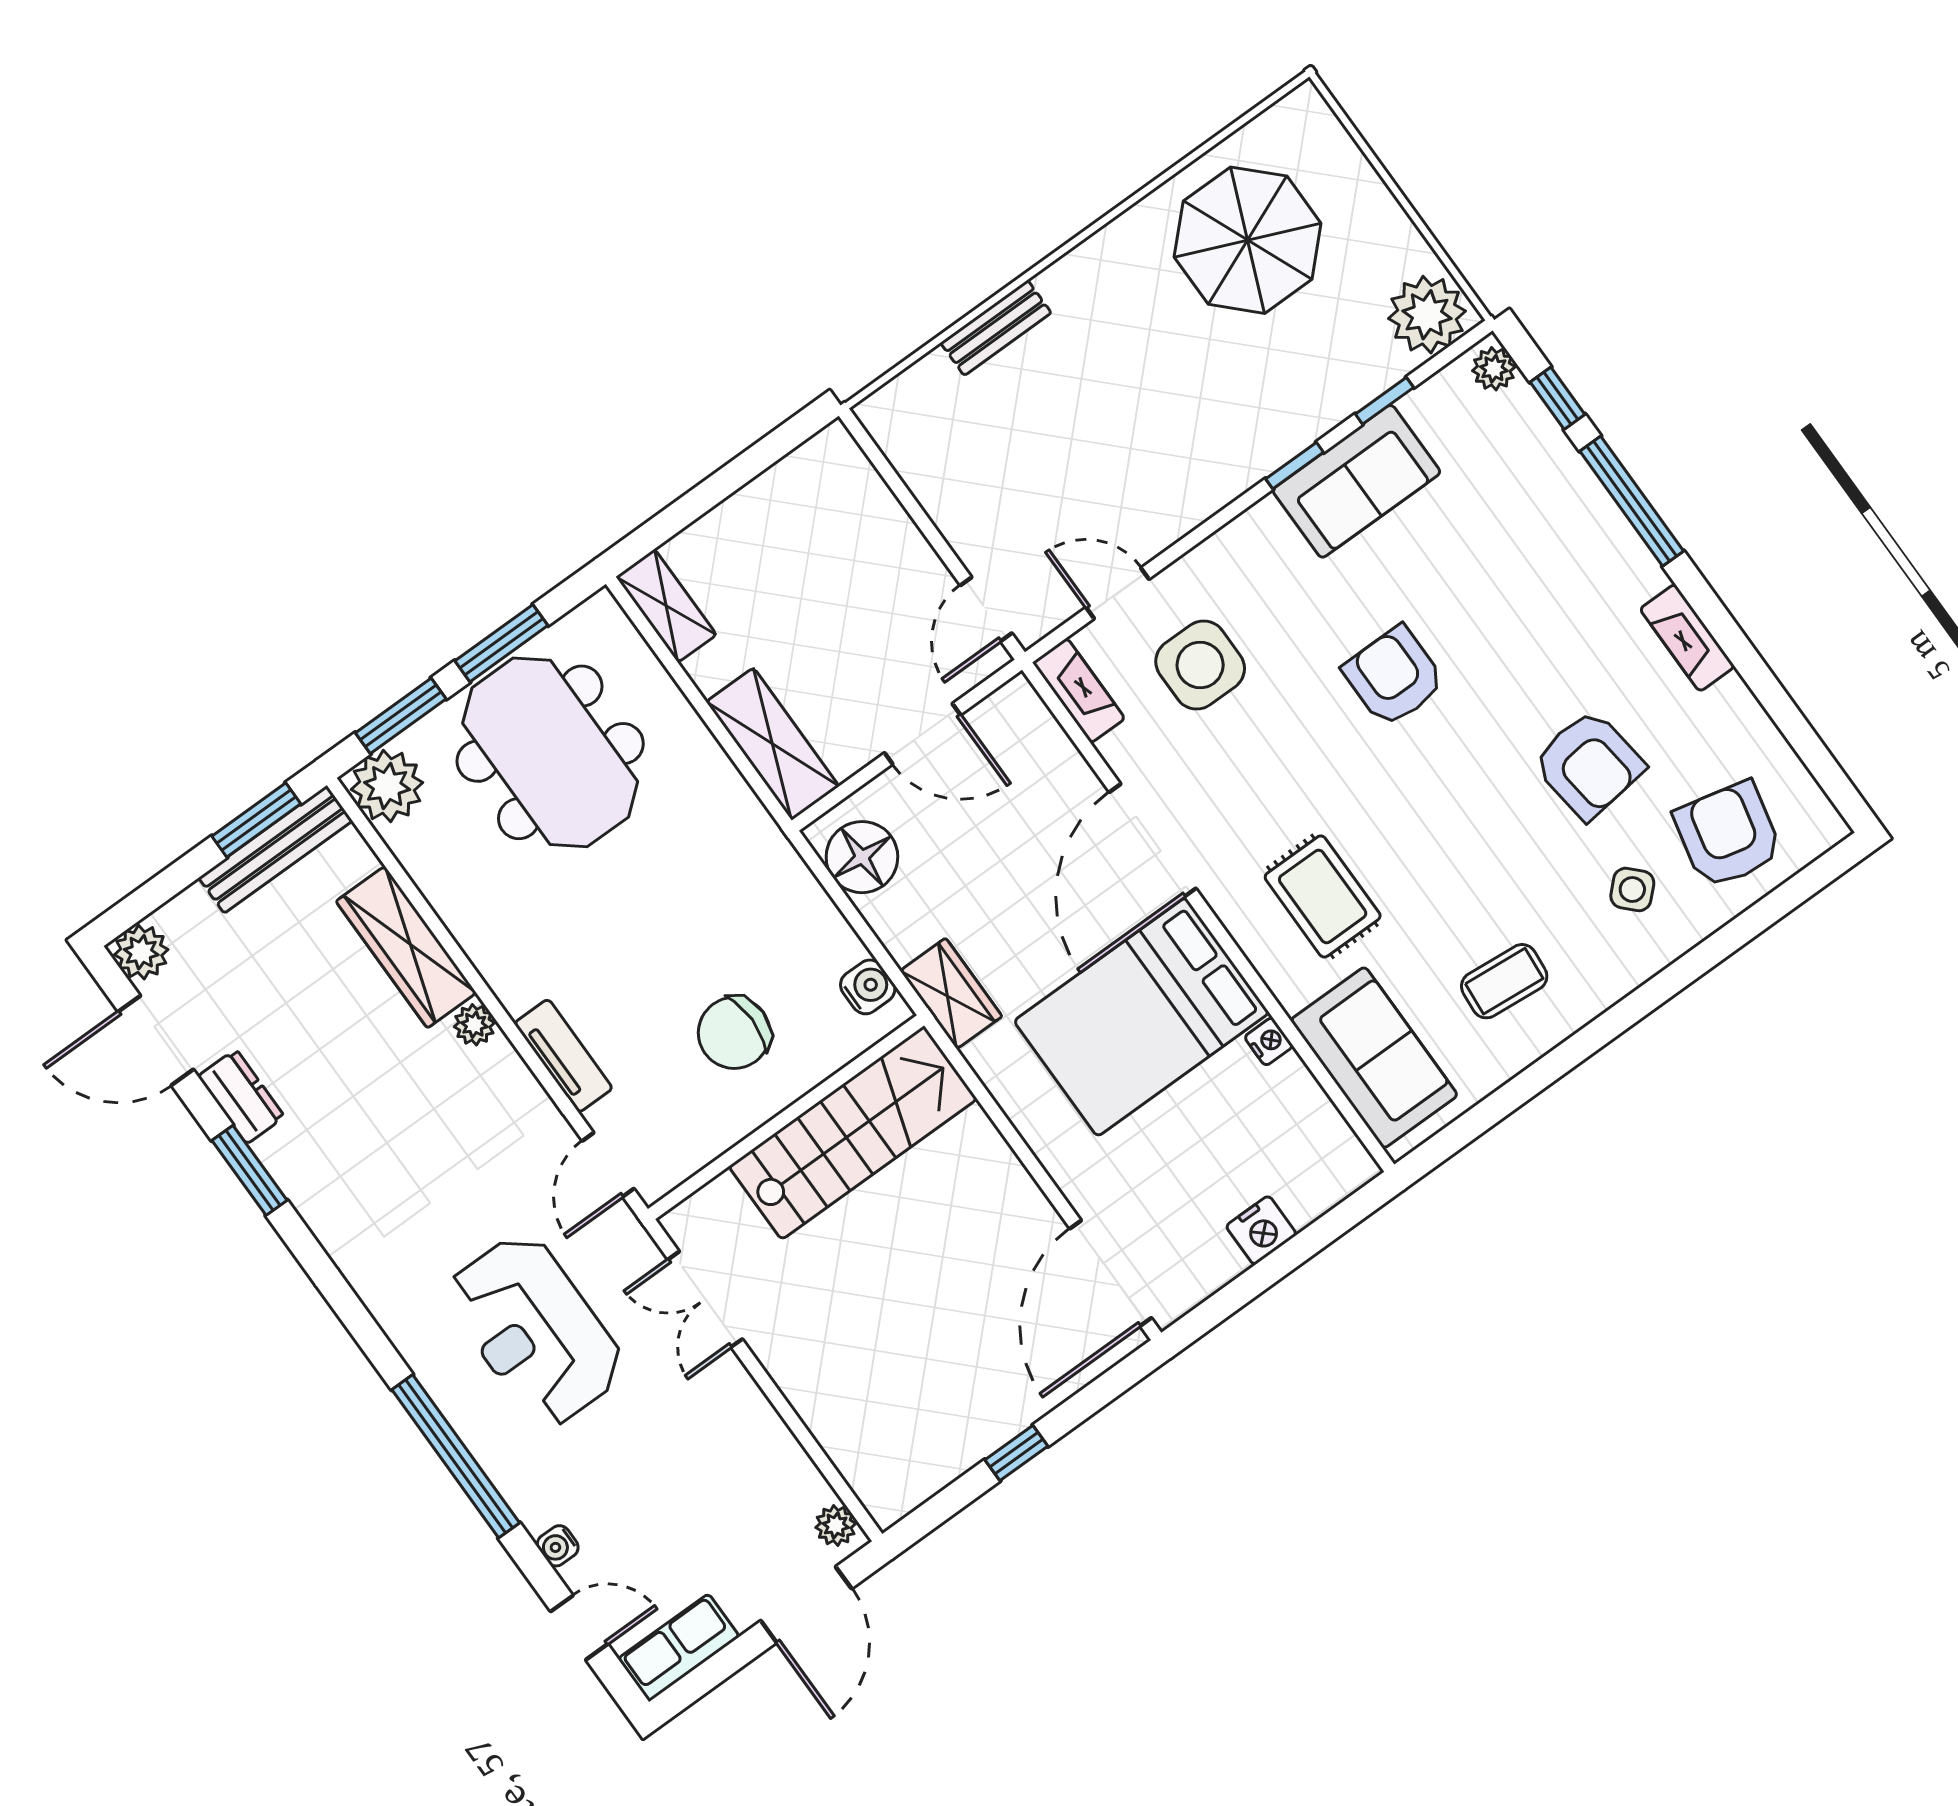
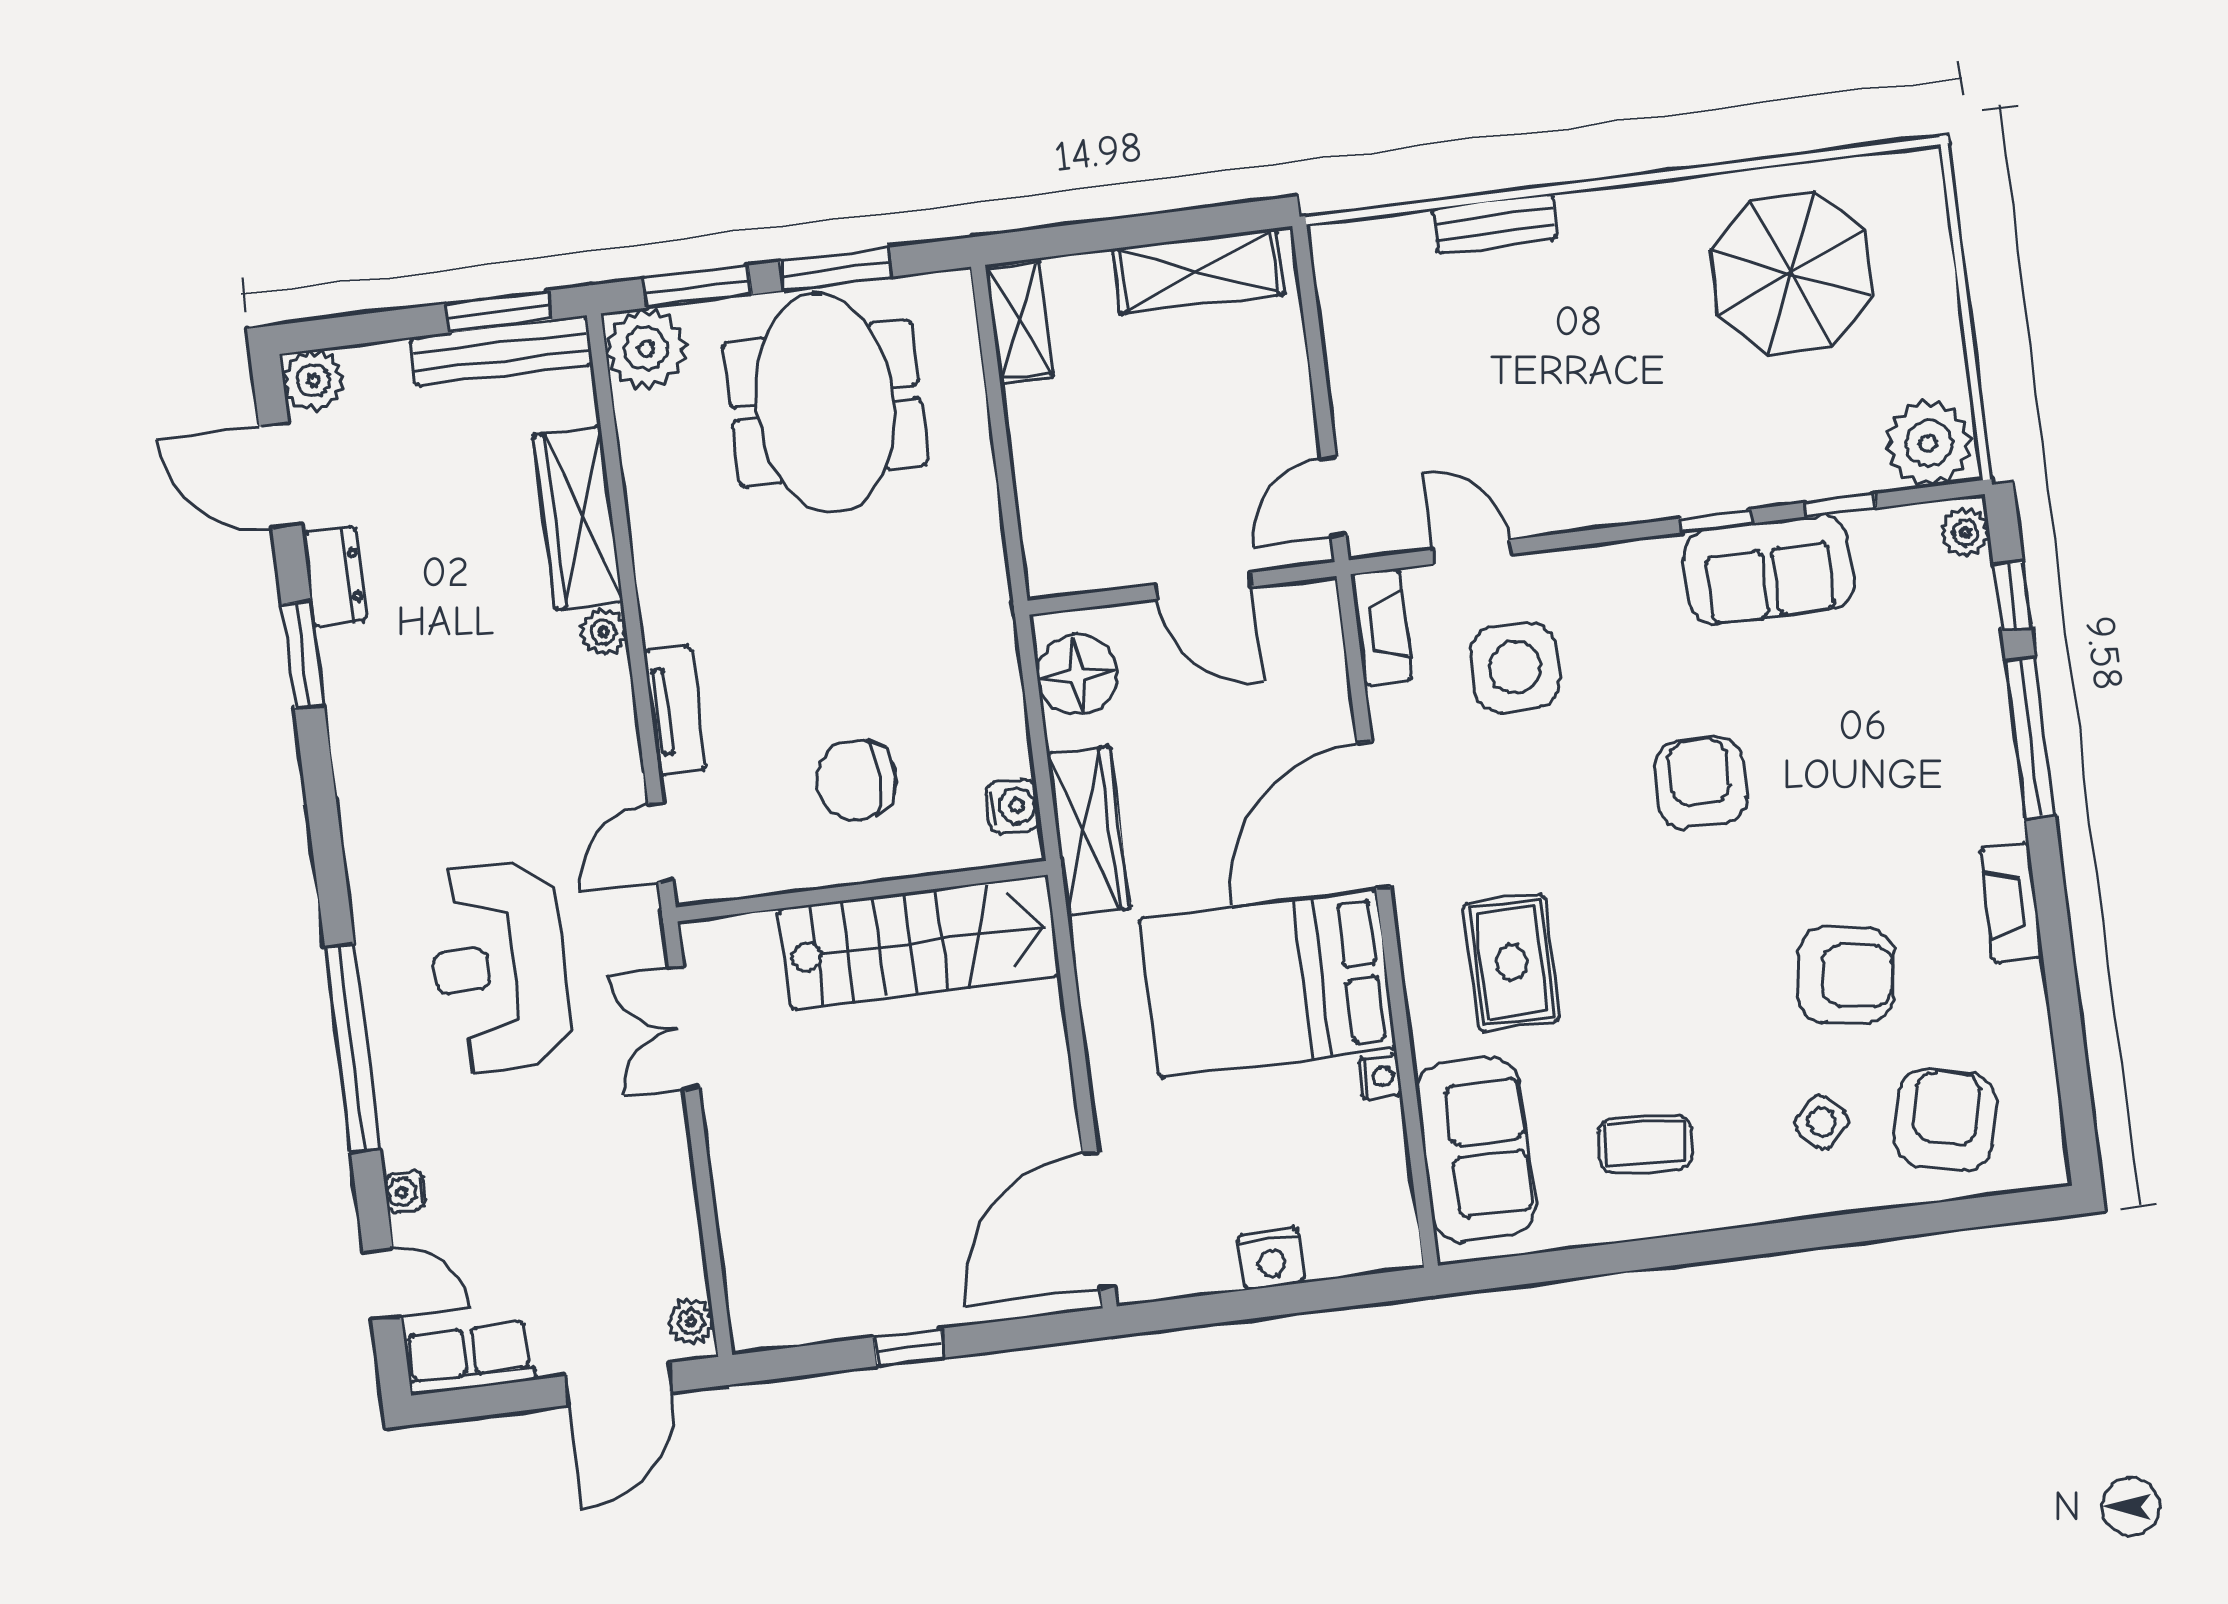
shelving: (773, 744) -> (1198, 271), moved, turned 90
armchair: (1589, 764) -> (1846, 975), turned -75
wardrobe: (951, 994) -> (1088, 831), width x1.50

